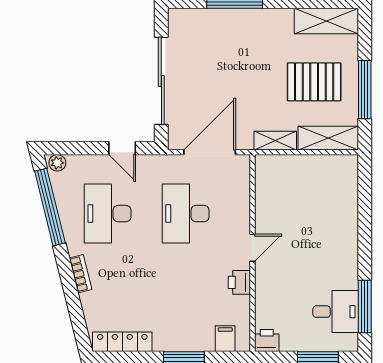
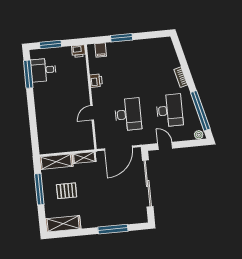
pallet: (314, 82) -> (67, 191), width x0.67, depth x0.71
door: (252, 248) -> (92, 113), moved
locker: (122, 342) -> (155, 43), removed

